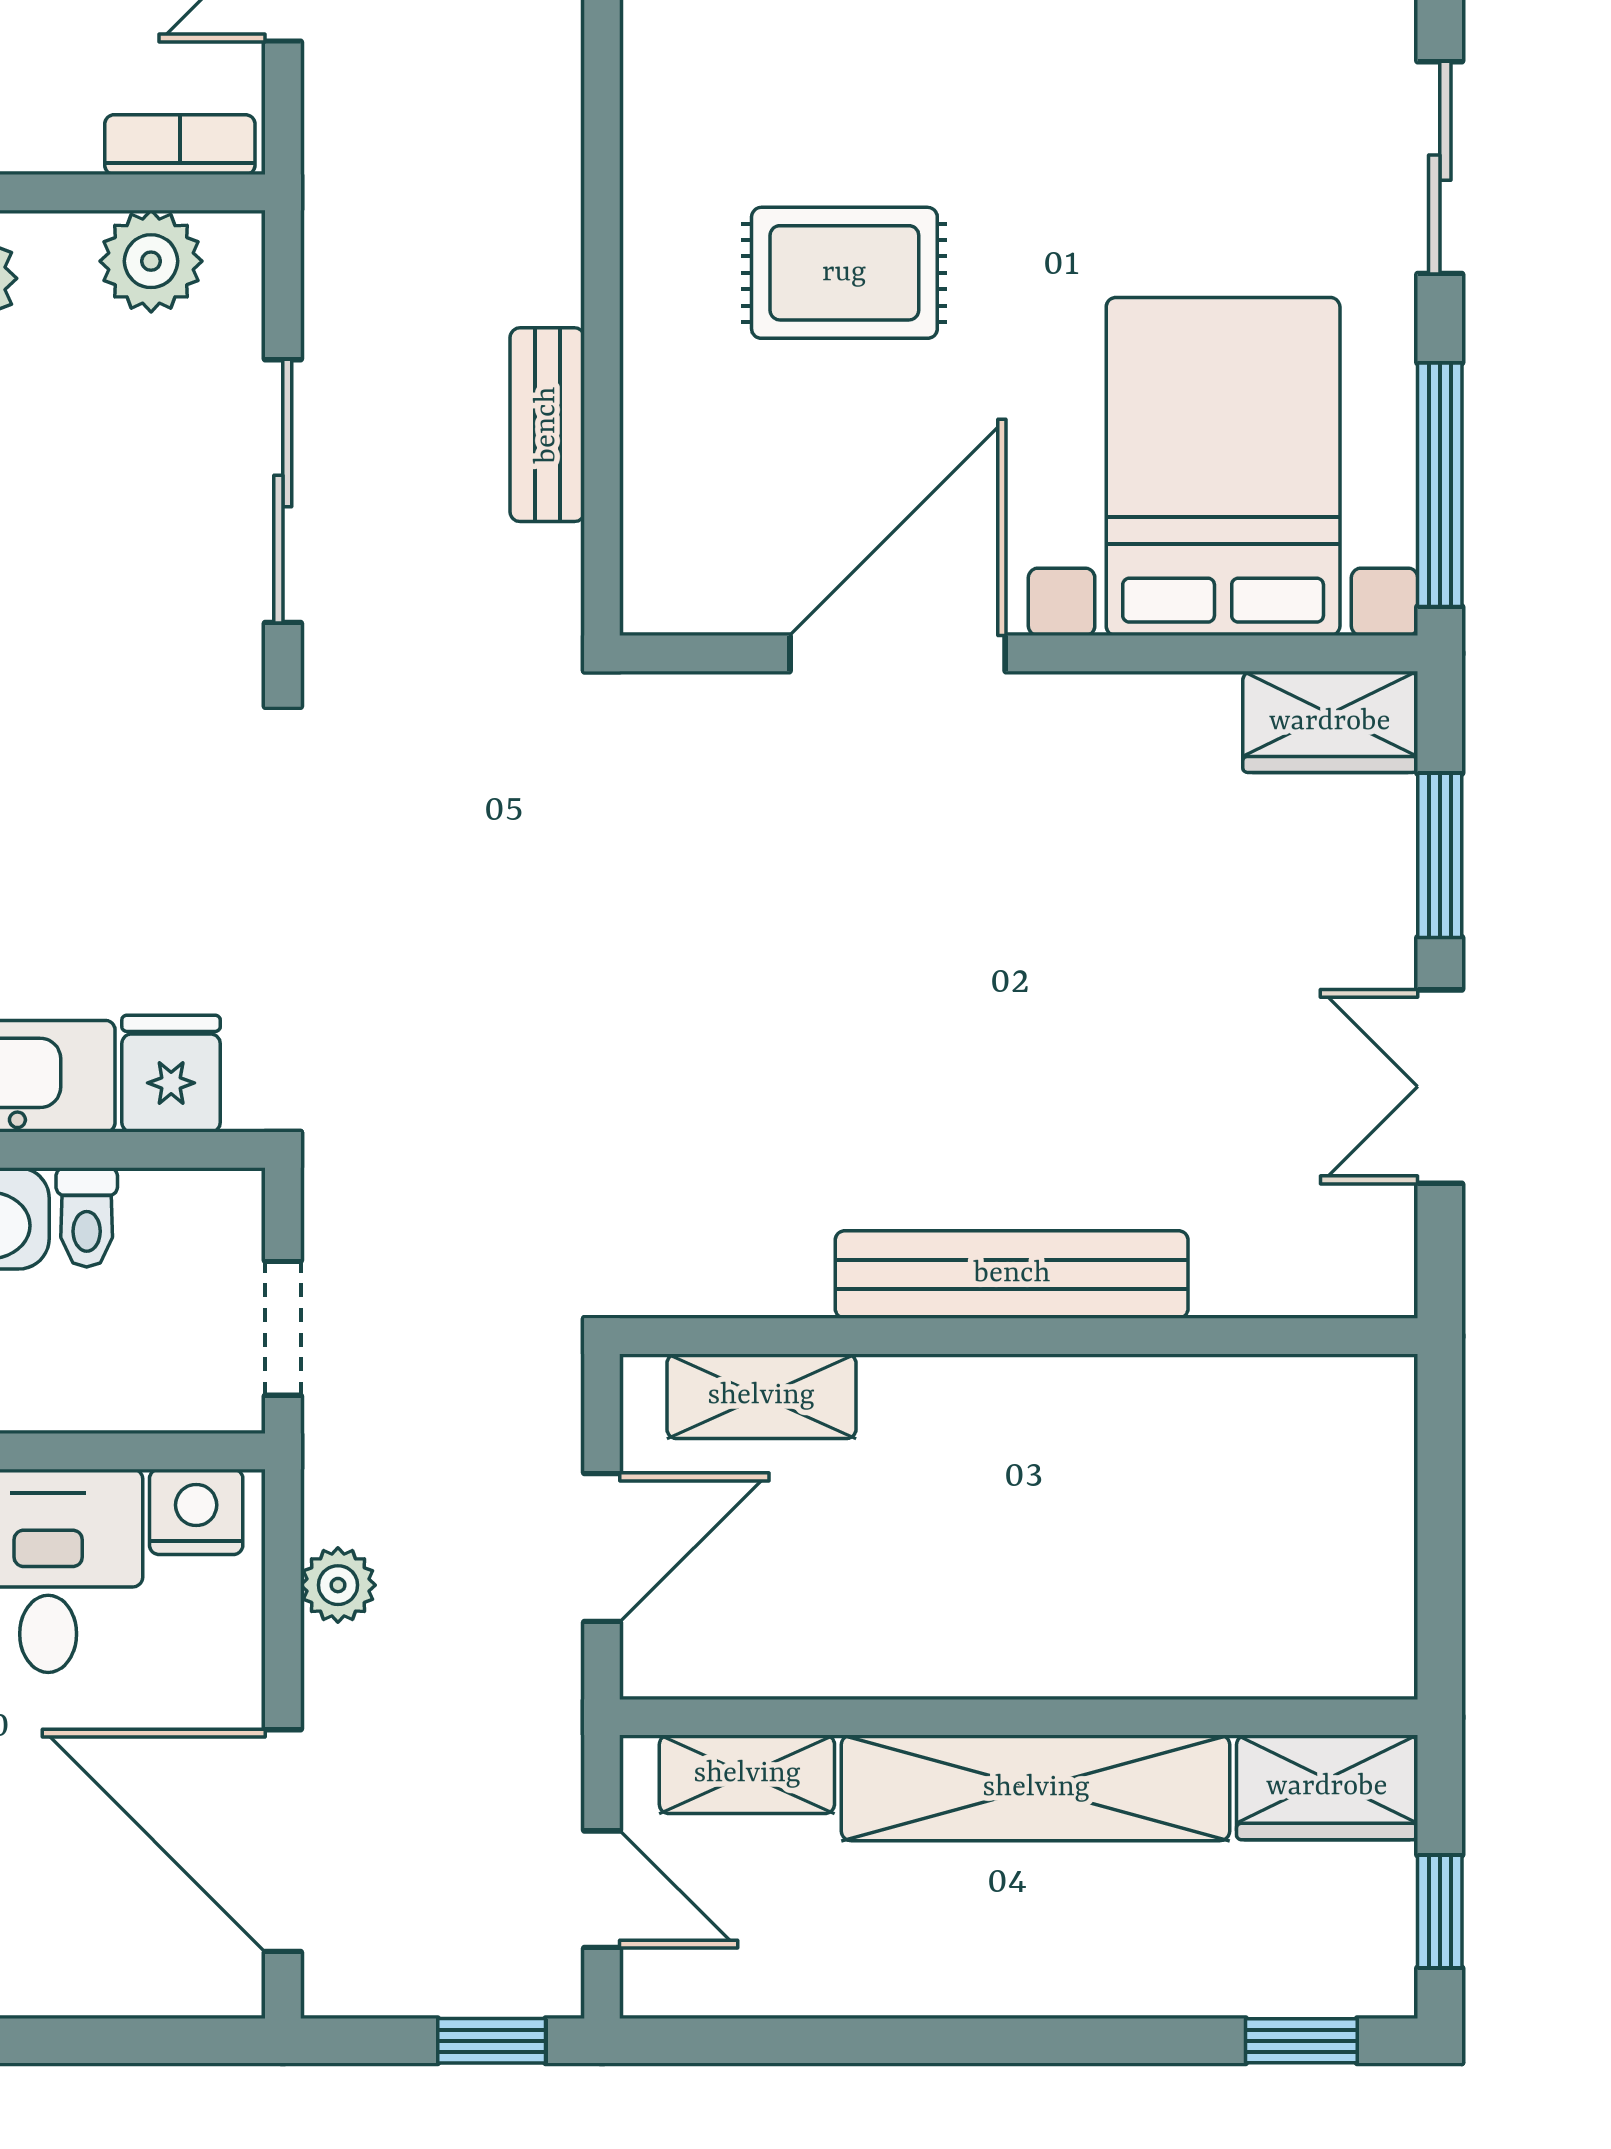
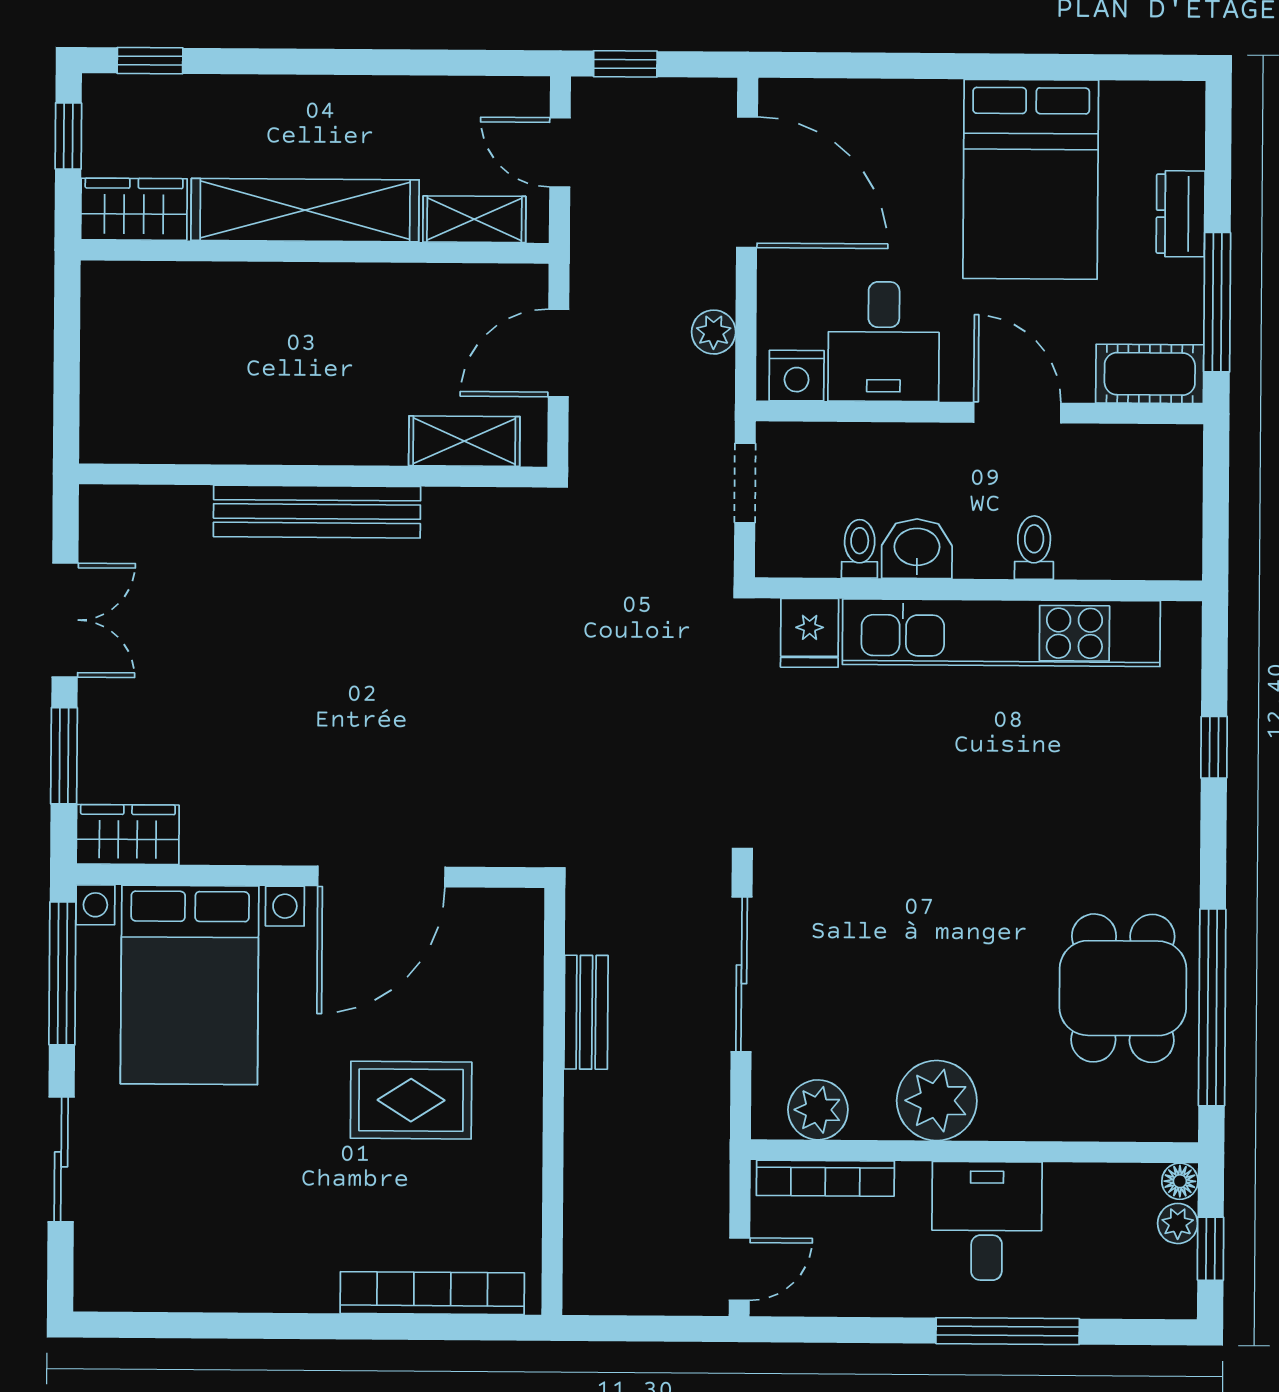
bookcase: (180, 145) -> (825, 1178), width x1.56

